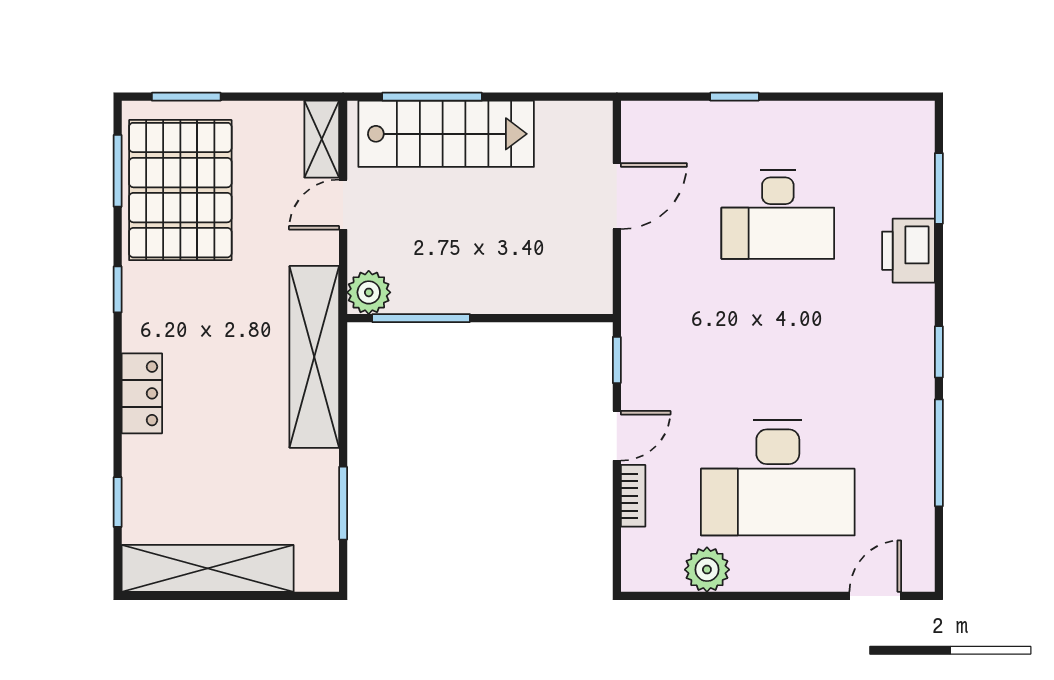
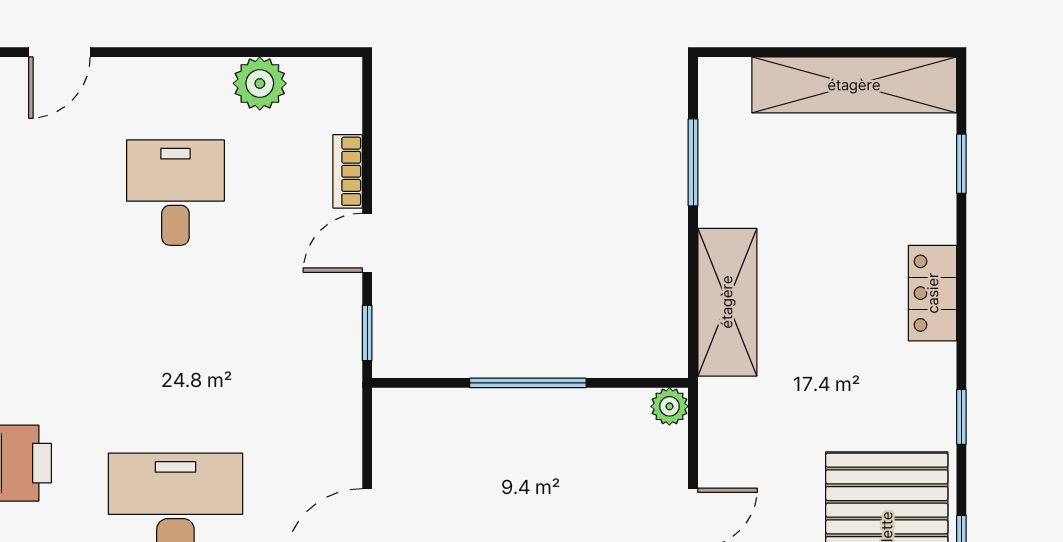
plant: (369, 292) -> (669, 406), width x0.73, depth x0.73
window: (421, 318) -> (528, 383), moved
shelving: (314, 357) -> (727, 302), width x0.68
desk: (778, 478) -> (175, 193), width x0.53, depth x0.77

